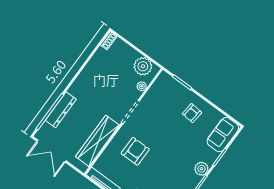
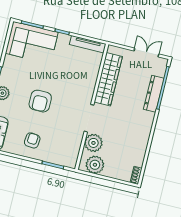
plant: (142, 86) -> (93, 143), width x1.88, depth x1.88
double door: (51, 151) -> (146, 52), width x0.73
armchair: (135, 151) -> (40, 101), moved

